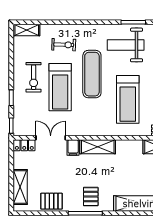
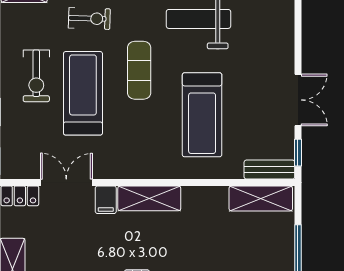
exercise mat: (92, 74) -> (139, 70), width x0.73, depth x0.69
treadmill: (60, 87) -> (83, 93), turned 180

